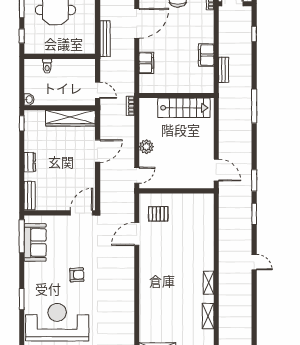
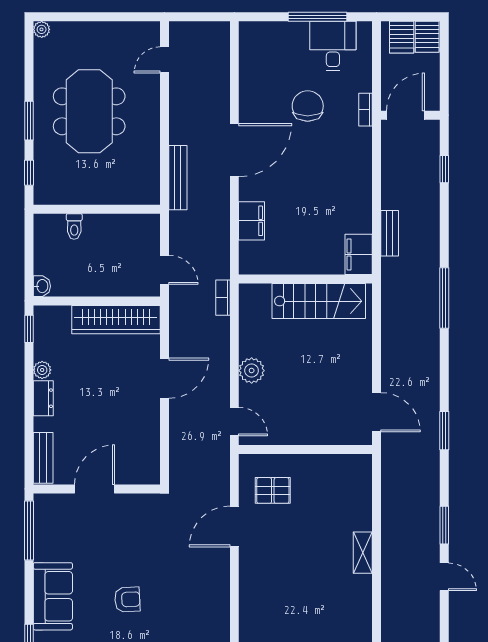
filing cabinet: (206, 55) -> (359, 254), moved
plant: (29, 146) -> (42, 370), added
door: (137, 175) -> (234, 422), hinge flipped
door: (81, 213) -> (95, 489), moved
window: (254, 214) -> (444, 525), moved
sofa: (35, 242) -> (53, 596), moved
shelving: (209, 283) -> (363, 553), moved

